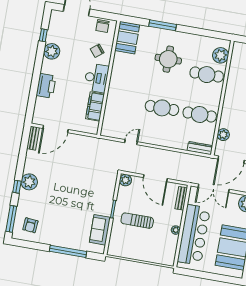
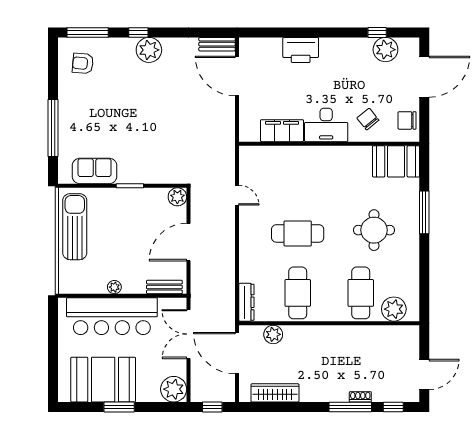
plant: (52, 51) -> (385, 50), moved
cafe table: (162, 108) -> (298, 233), turned 90
sun lounger: (137, 221) -> (75, 227), moved, width x1.36, depth x1.34

